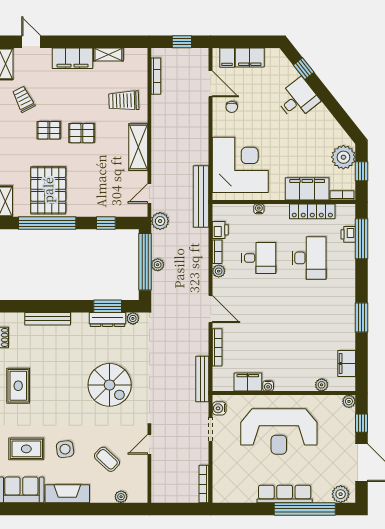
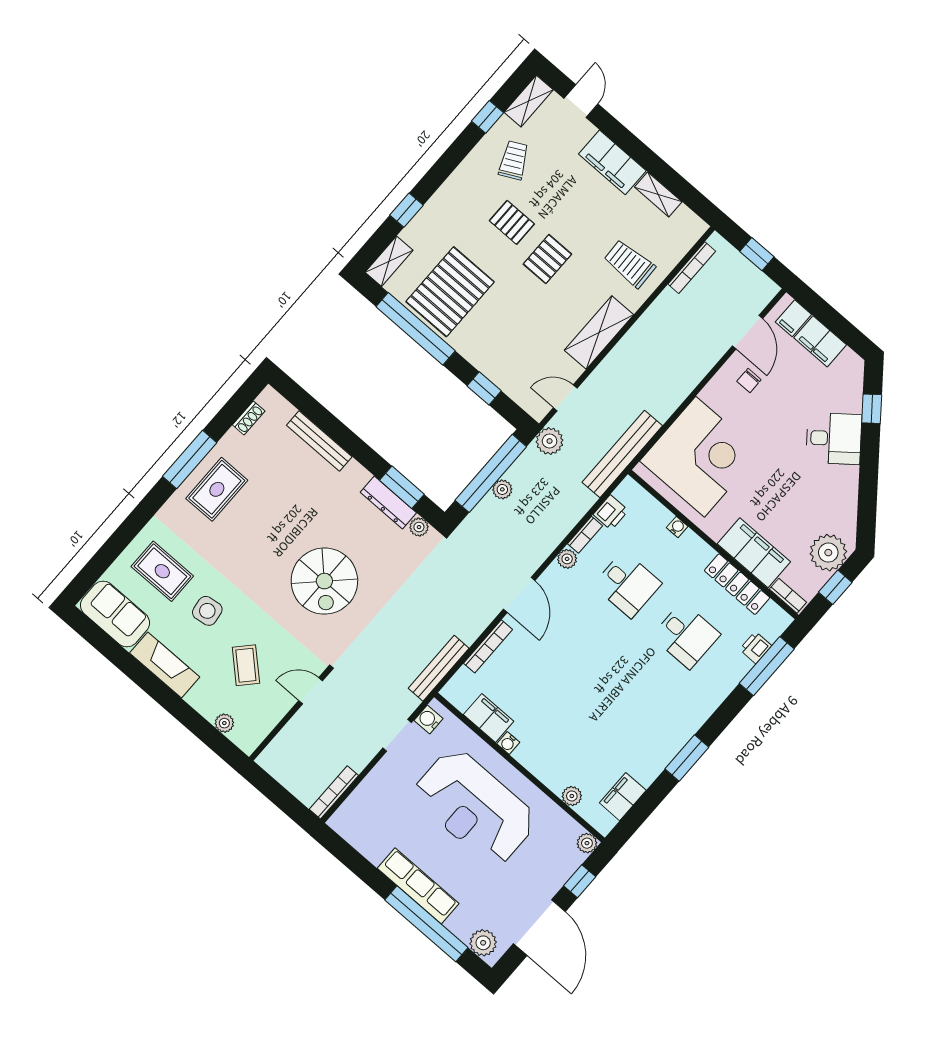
pallet: (82, 133) -> (547, 259), turned 90
desk: (309, 258) -> (686, 635), width x0.73

